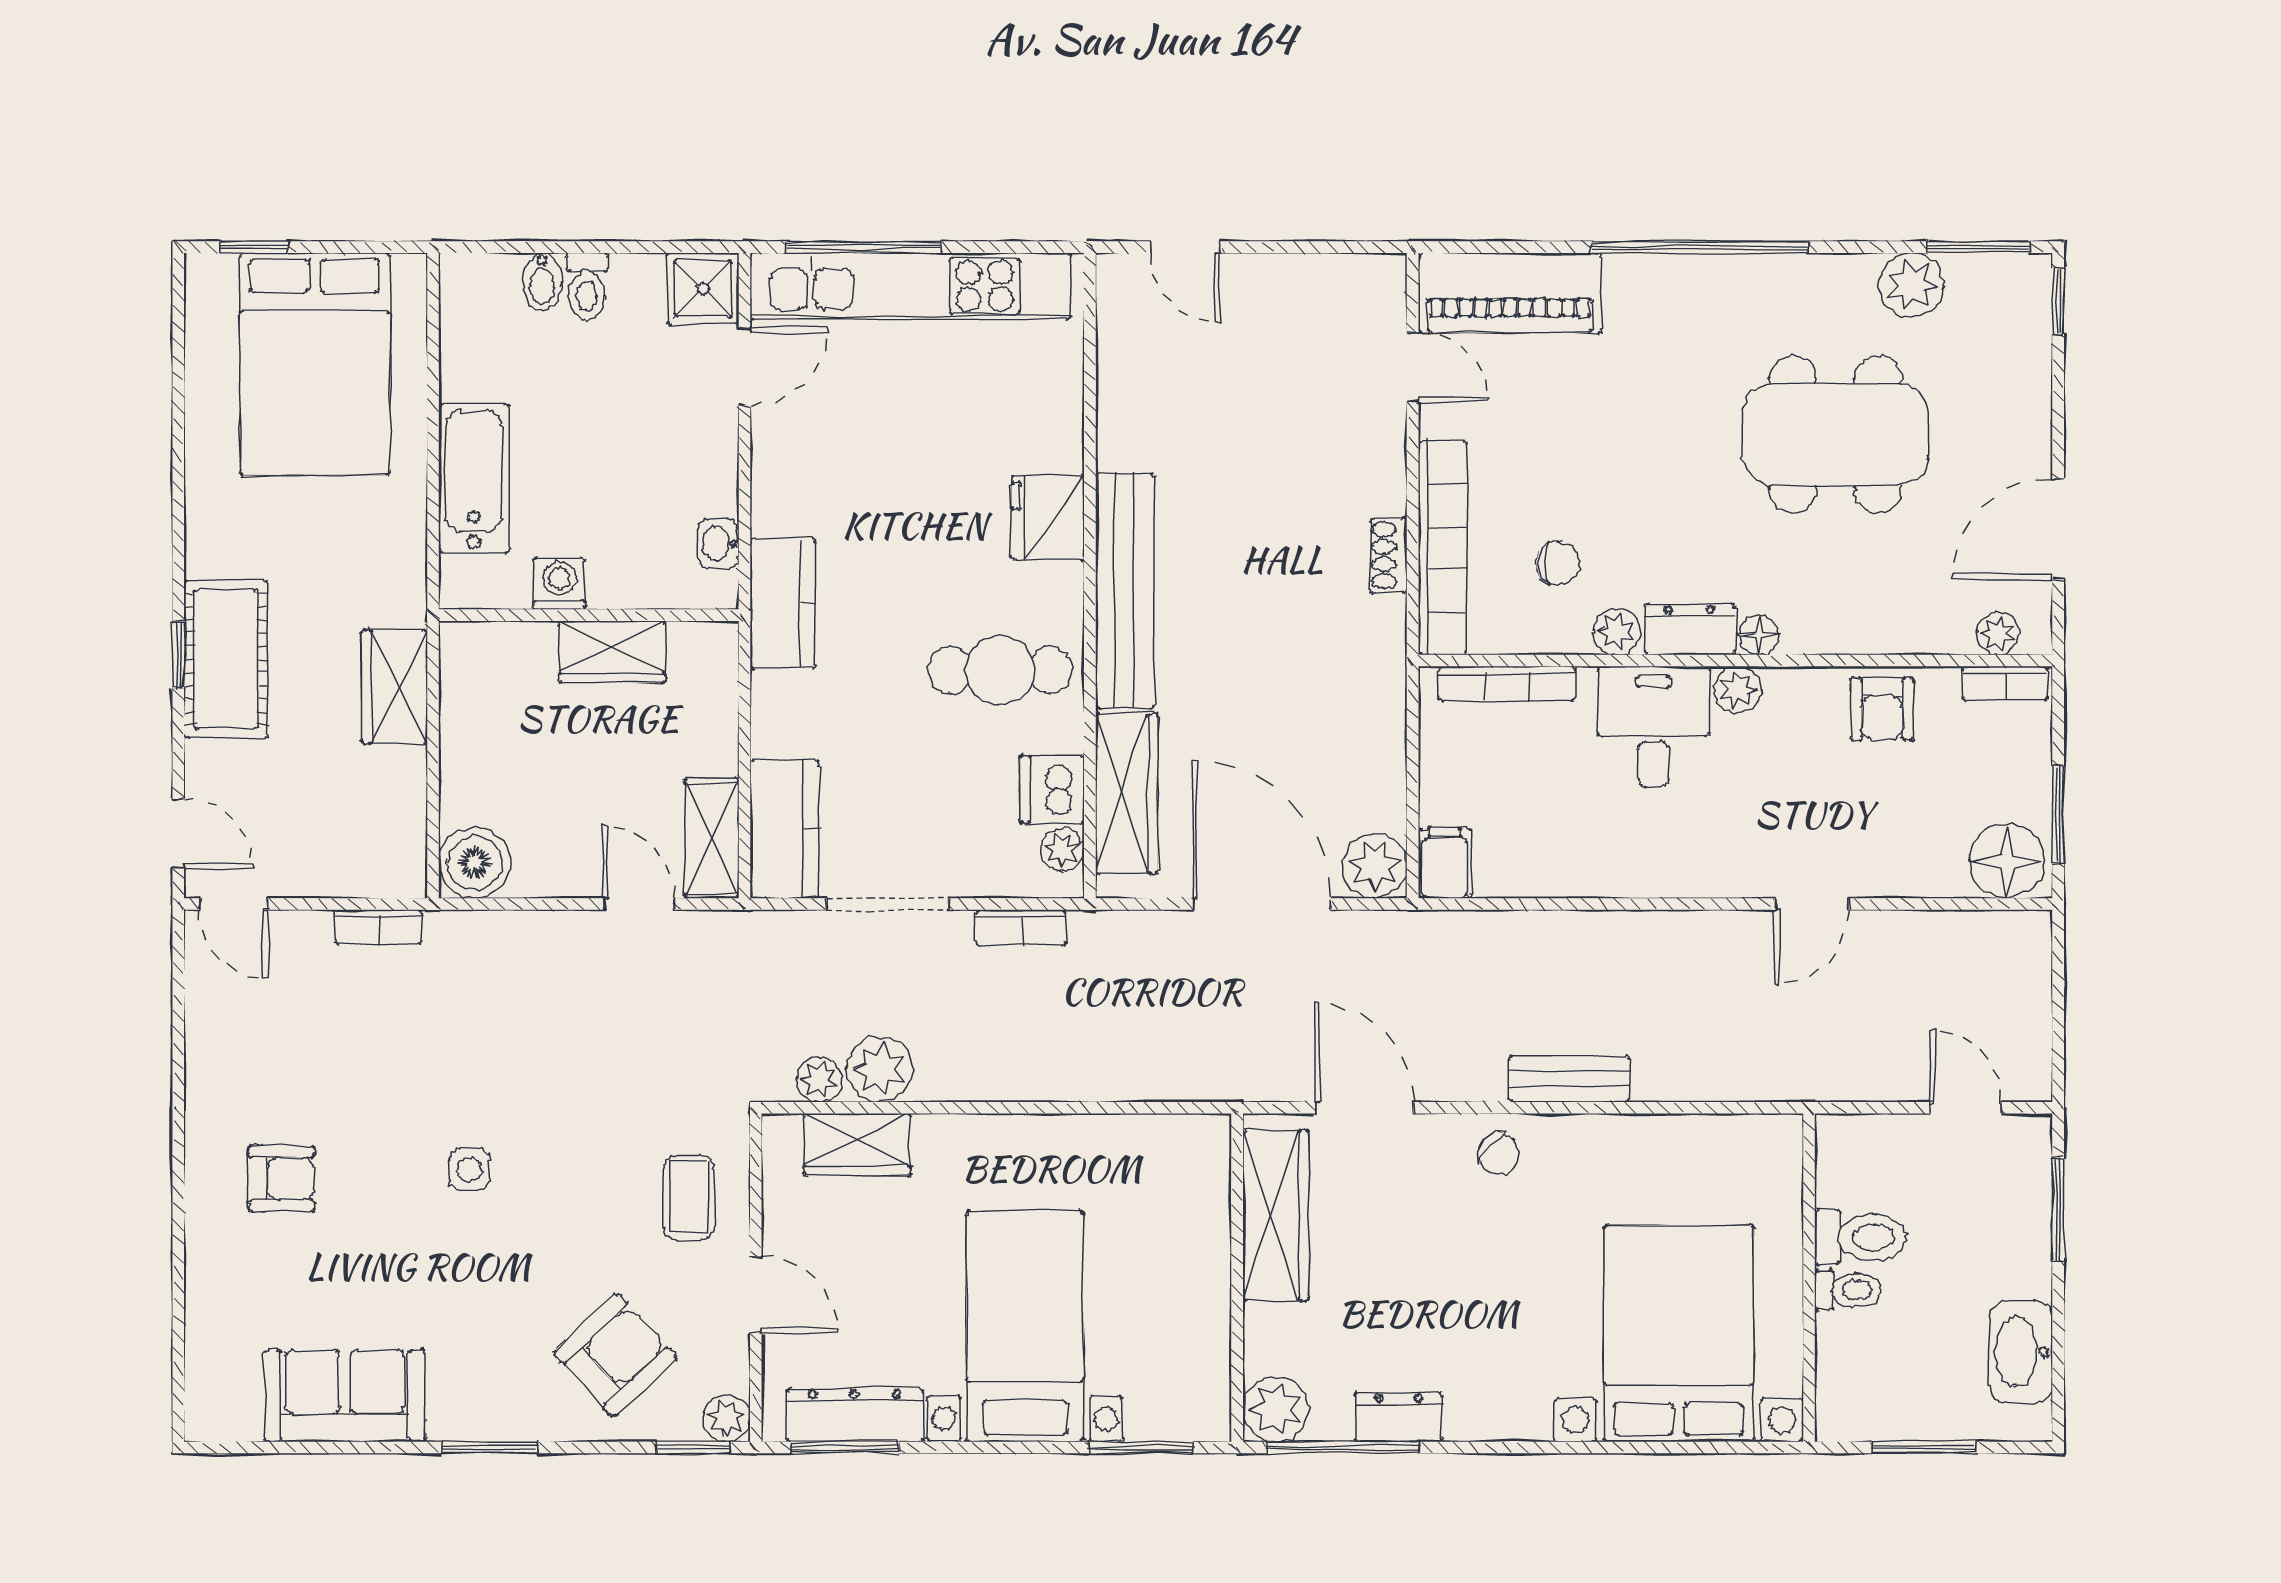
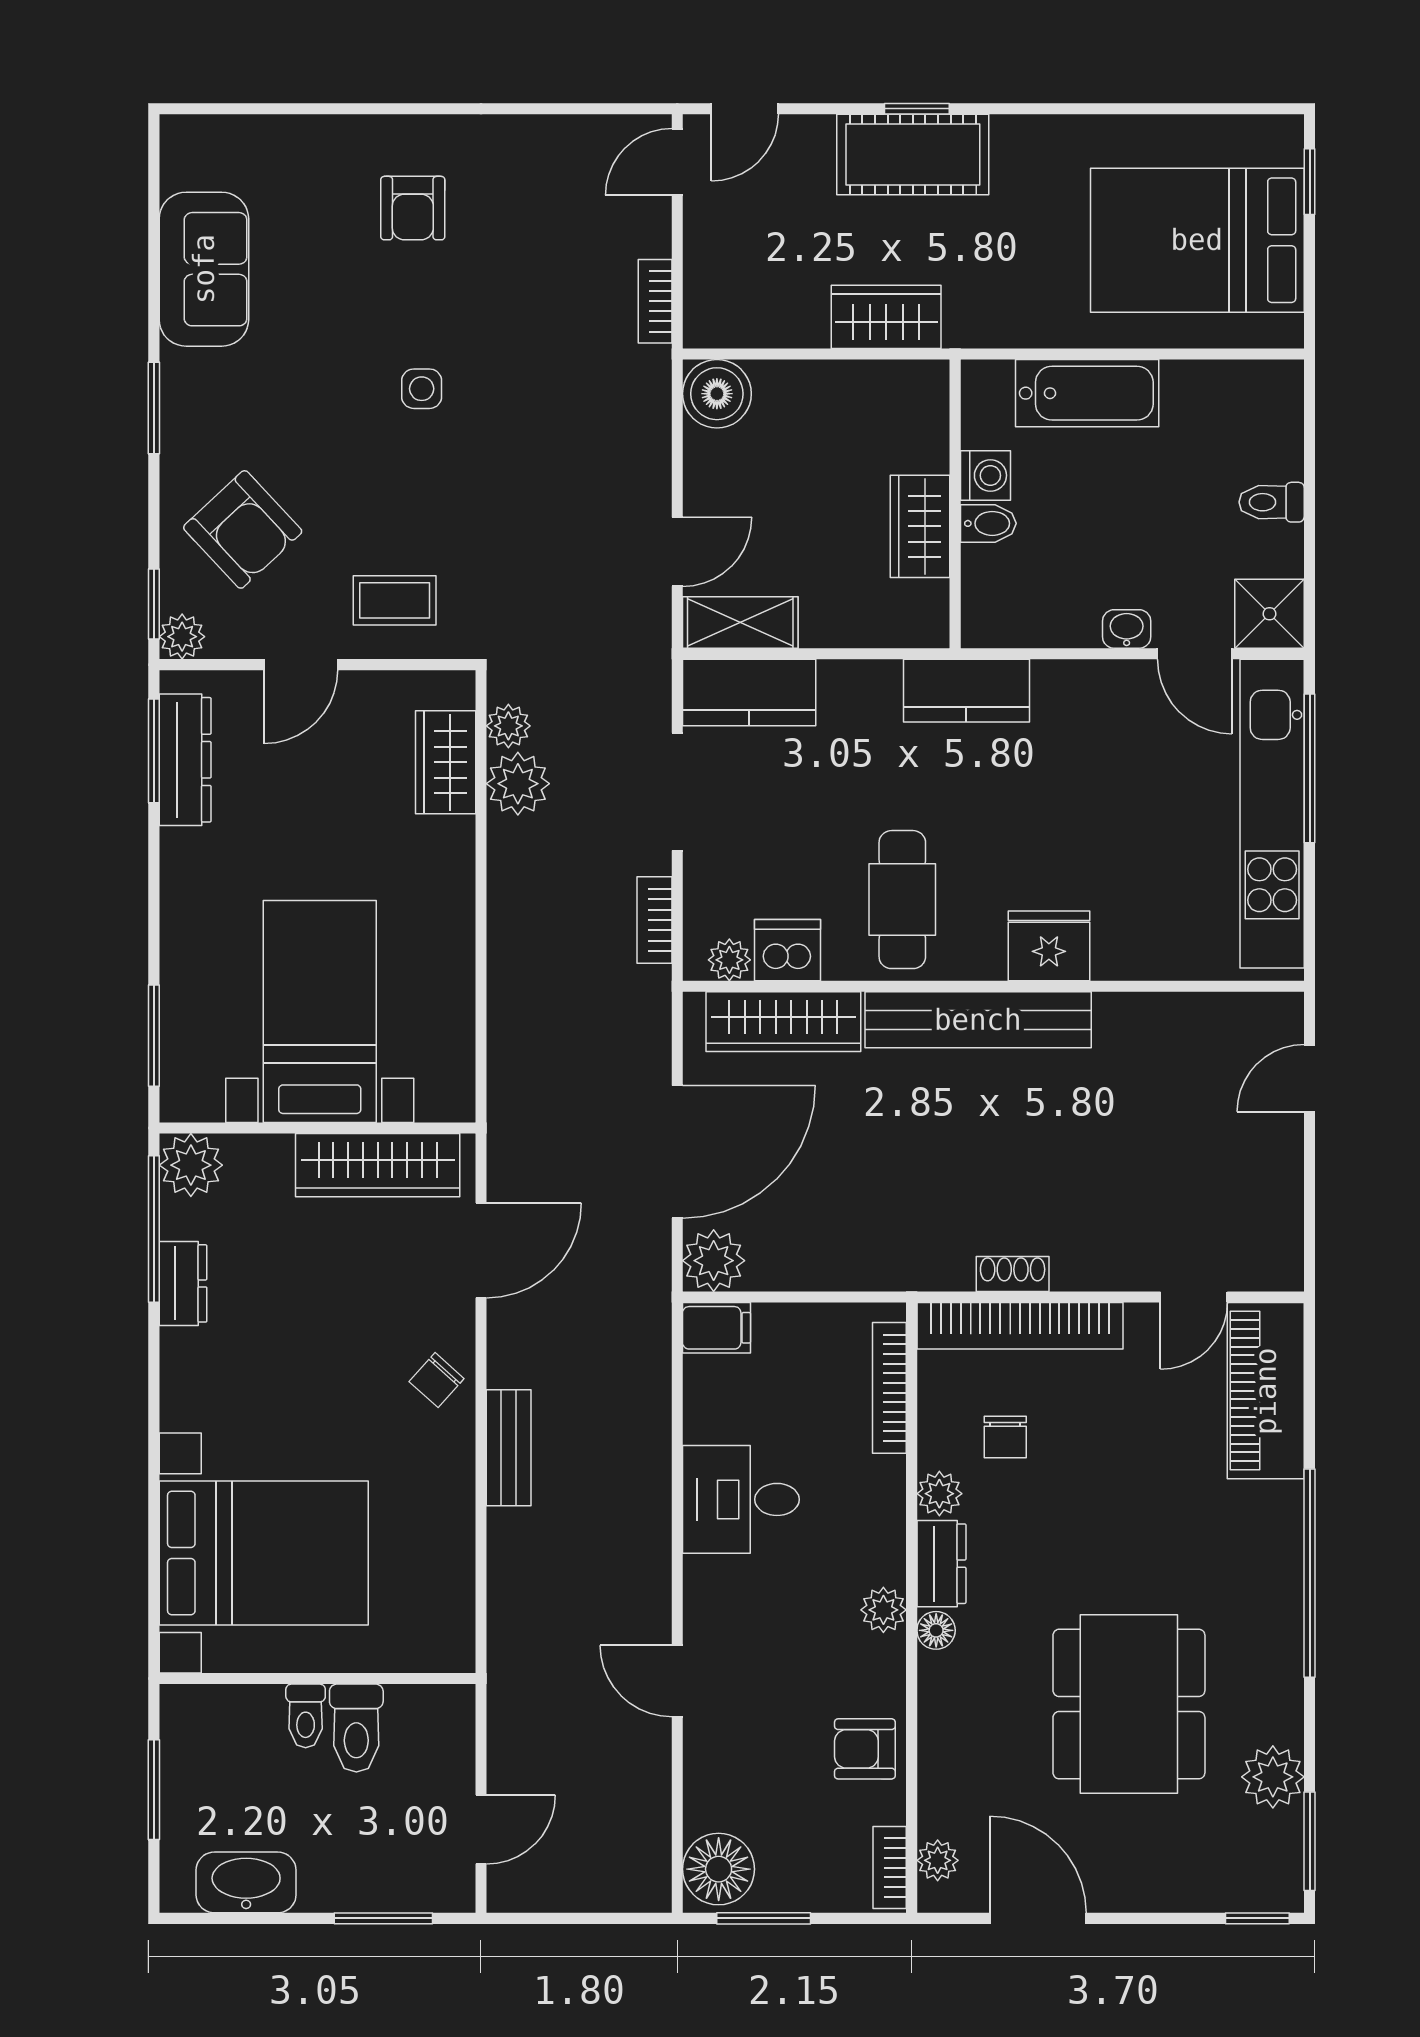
bidet: (542, 282) -> (988, 523), moved, turned 180
washbasin: (719, 544) -> (1127, 629), moved
desk: (1653, 727) -> (741, 1499), moved, turned 180
bed with nightstands: (1025, 1326) -> (320, 1011), moved, turned -90

